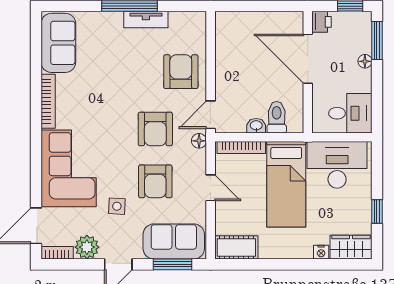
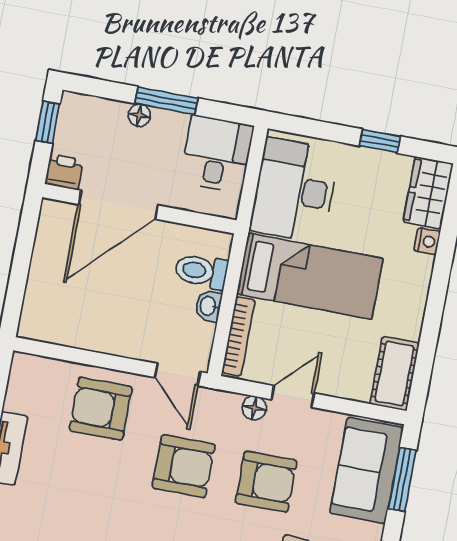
window: (377, 40) -> (167, 101), moved
floor lamp: (199, 141) -> (254, 408), moved

